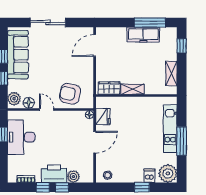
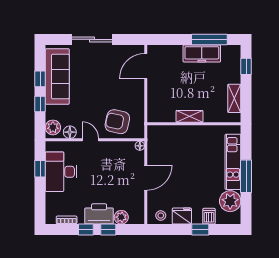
wardrobe: (109, 88) -> (162, 115), removed
fridge: (103, 117) -> (182, 216), moved, turned -90
plant: (168, 173) -> (230, 201), moved

